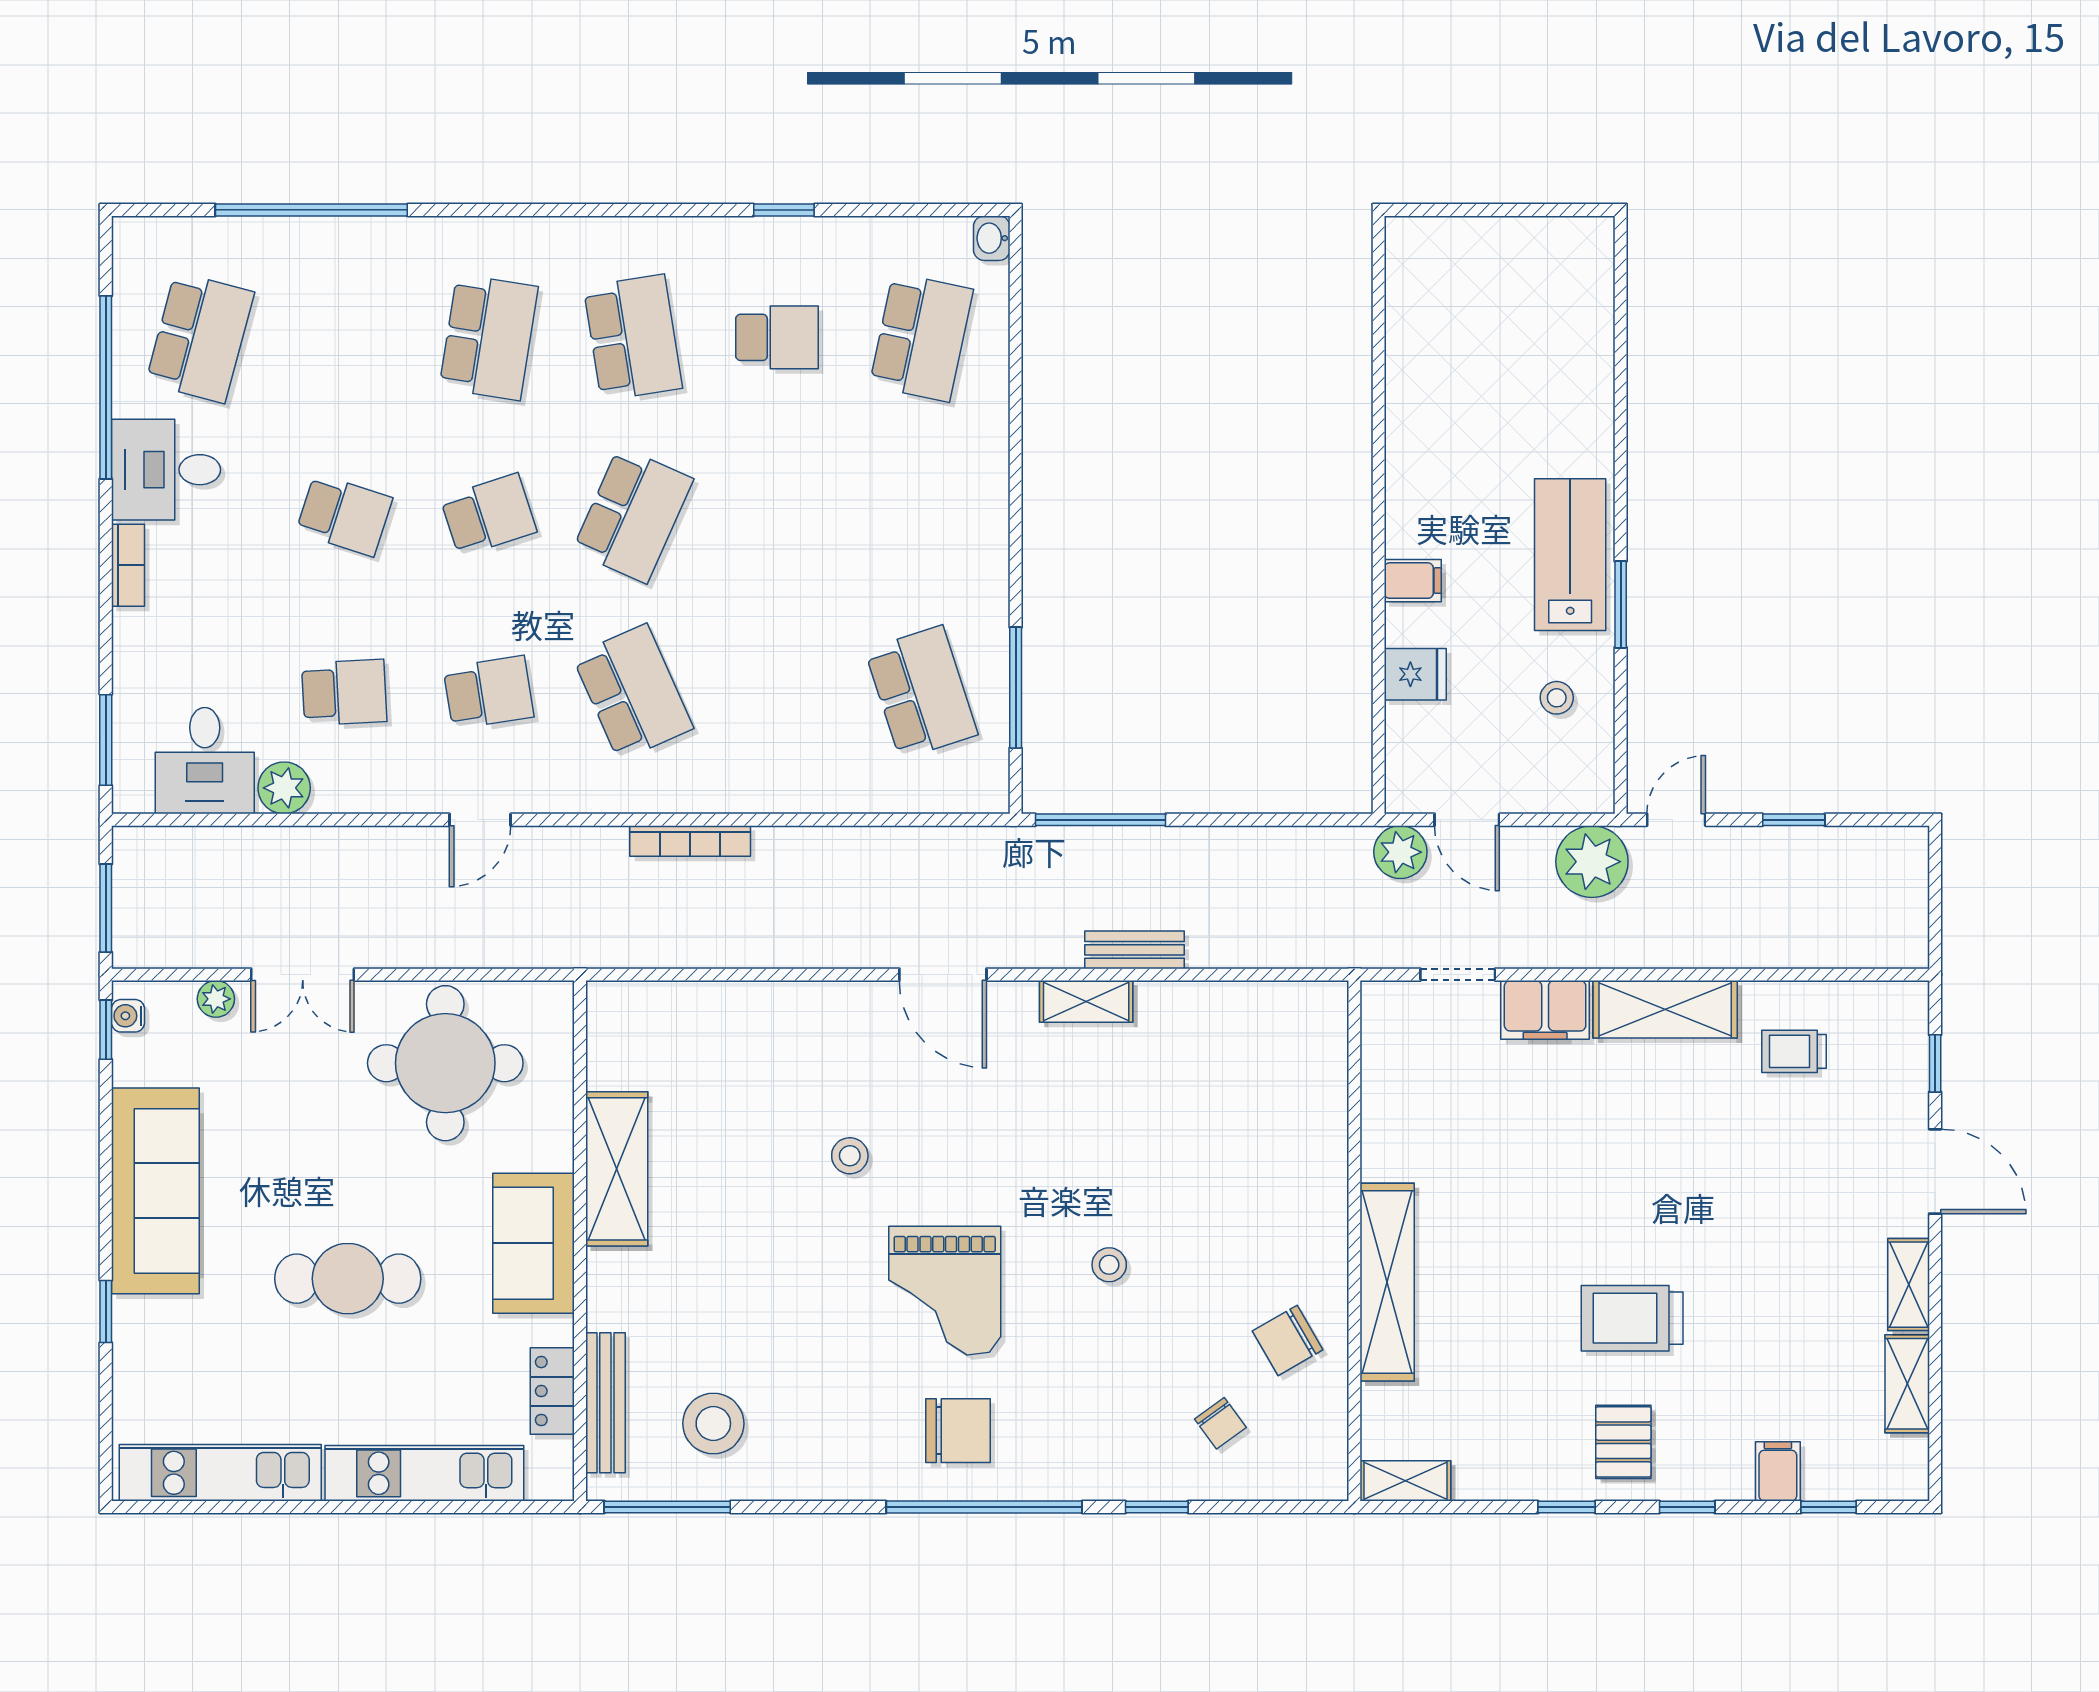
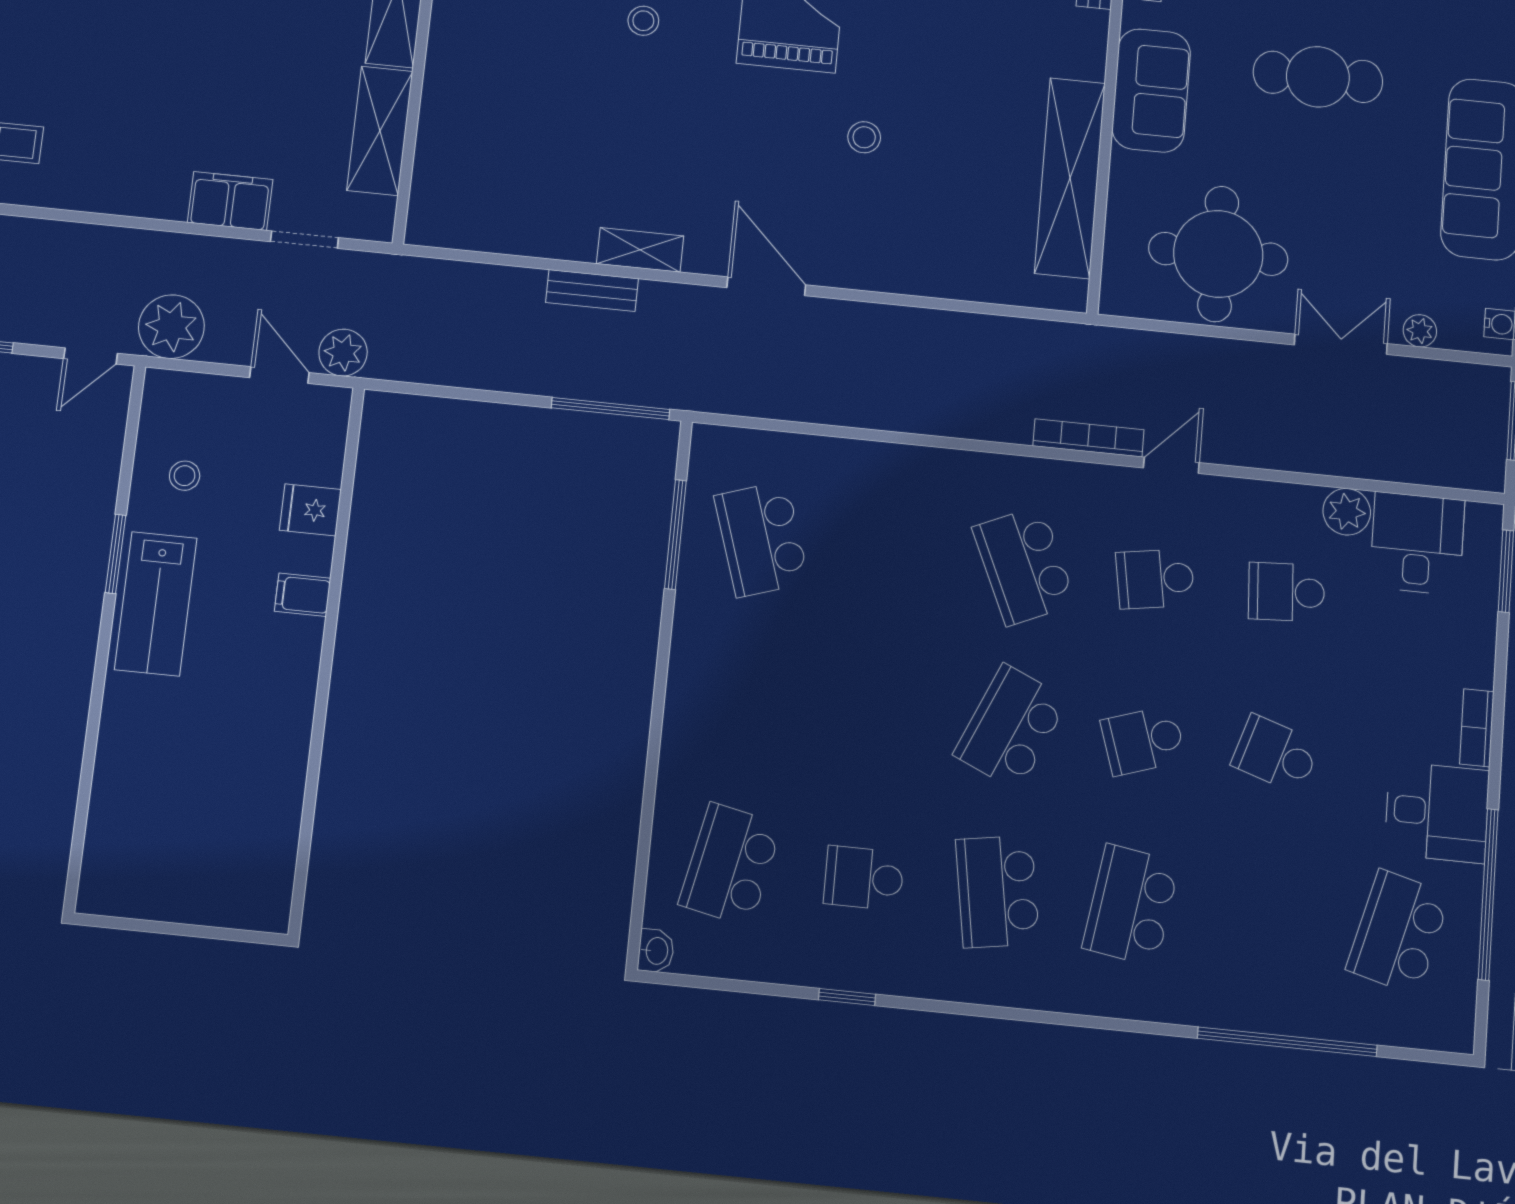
bookcase: (690, 841) -> (1088, 438), moved
shelving: (1665, 1009) -> (380, 131), moved, turned 90
shelving: (617, 1169) -> (1070, 178), width x1.47

